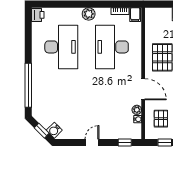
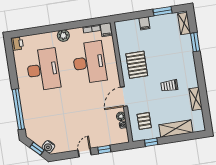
desk: (112, 47) -> (89, 62), turned 180
door: (143, 89) -> (124, 97), swing flipped
window: (125, 143) -> (104, 149), moved

